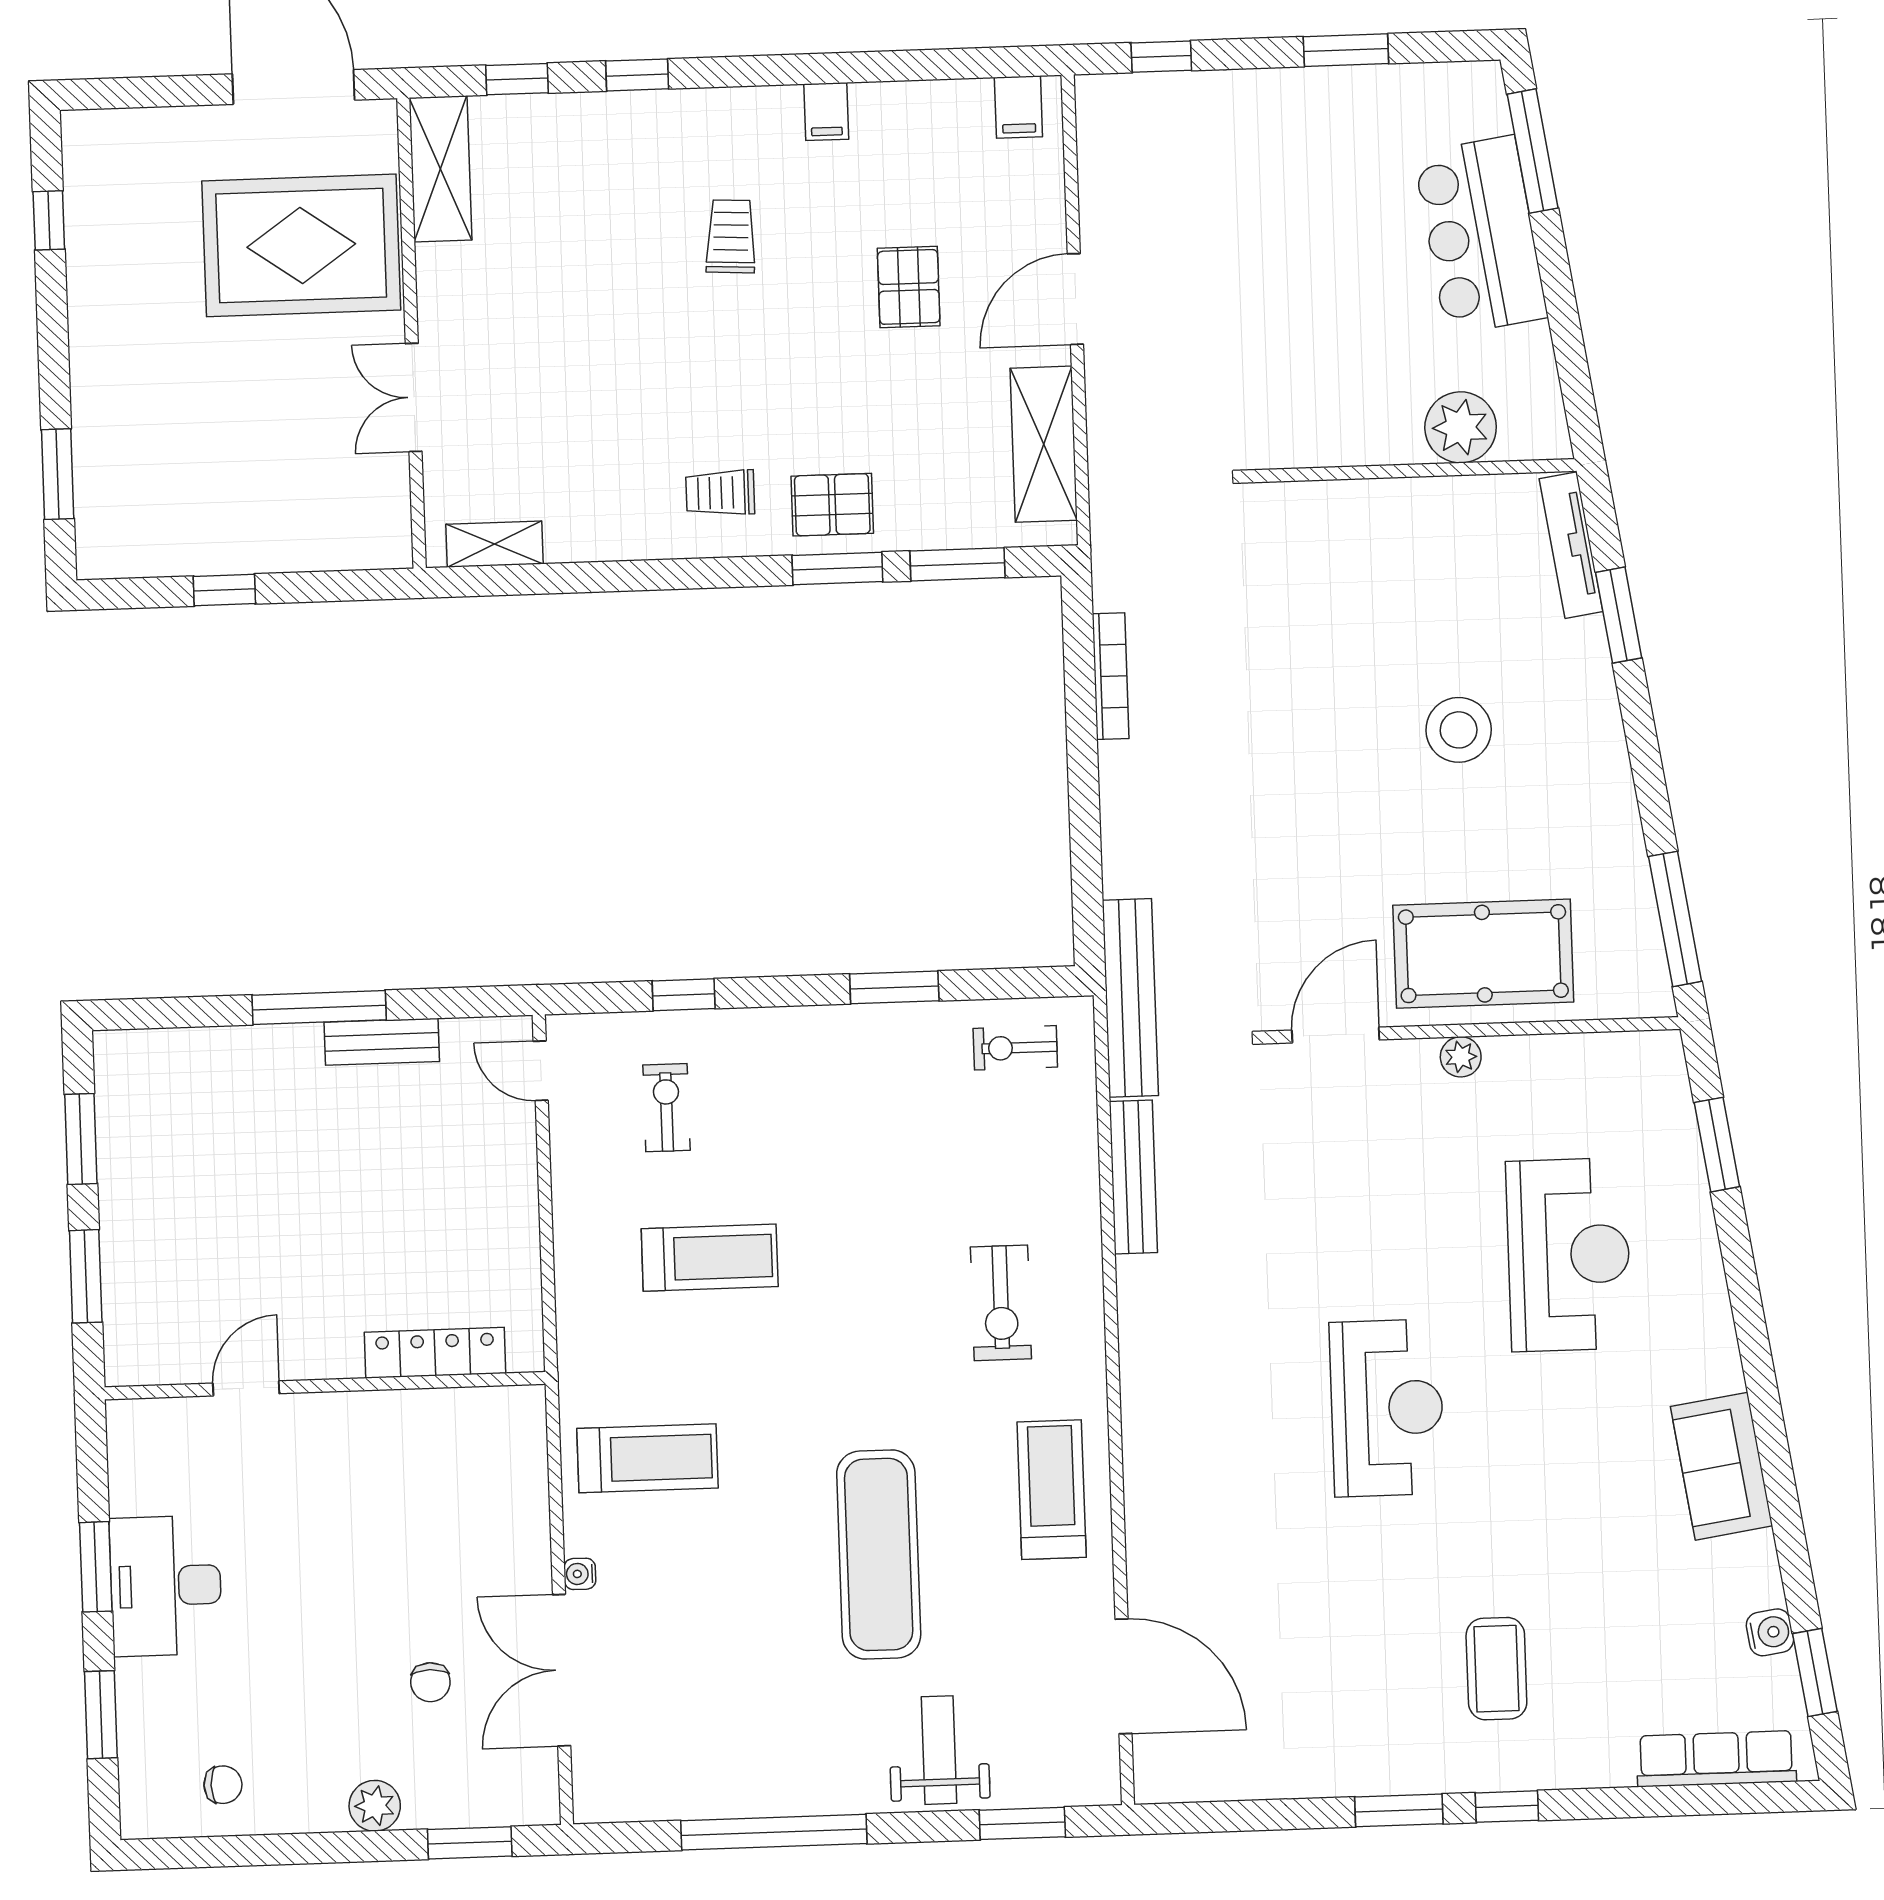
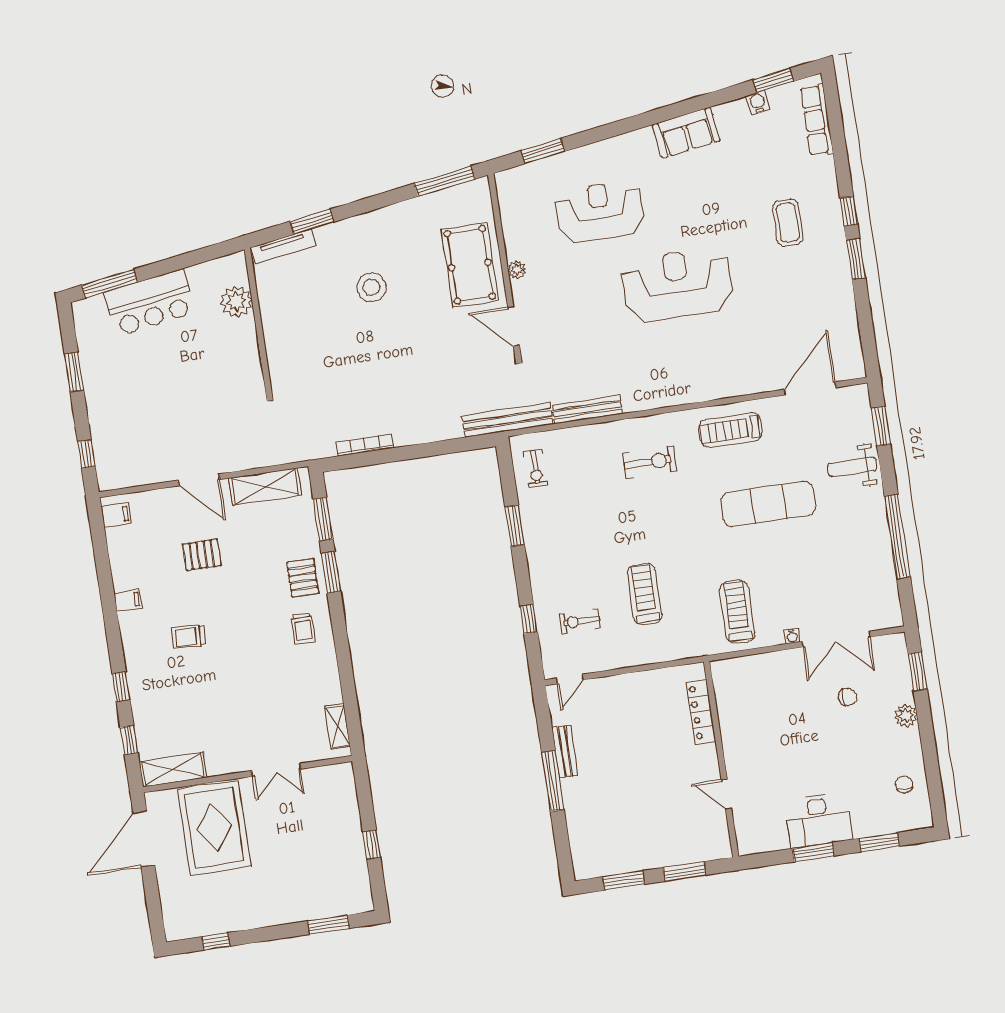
reception desk: (1387, 1408) -> (677, 285), width x1.36, depth x1.30
coffee table: (1496, 1669) -> (788, 223), turned 90

